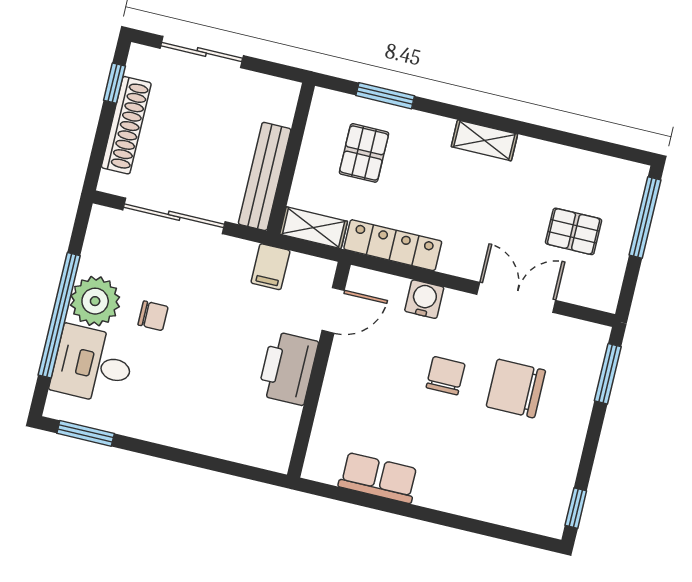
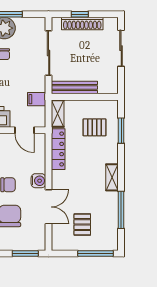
window: (114, 83) -> (80, 14), moved
window: (561, 138) -> (121, 210), added
water cooler: (424, 299) -> (38, 181), moved

